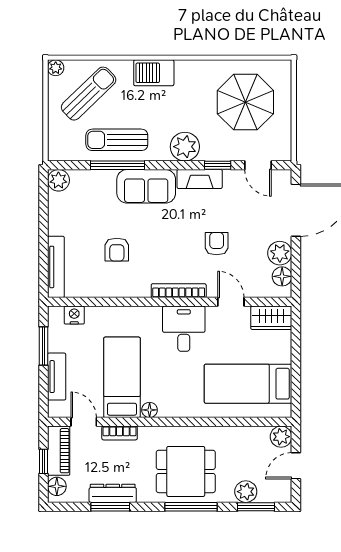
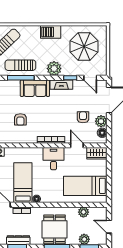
barbecue: (154, 73) -> (51, 32), moved
armchair: (217, 244) -> (83, 117), moved
plant: (281, 437) -> (83, 212), moved
door: (296, 466) -> (109, 227), hinge flipped
dining table: (186, 471) -> (55, 229), turned 90

